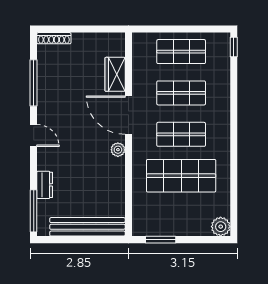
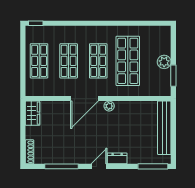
wardrobe: (115, 74) -> (33, 113), moved, turned -90
dresser: (45, 185) -> (117, 158), moved
plant: (221, 227) -> (164, 62), moved

